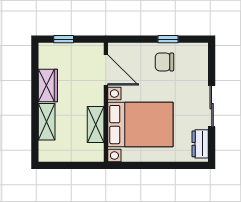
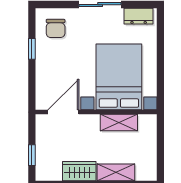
chair: (164, 62) -> (56, 28), moved

